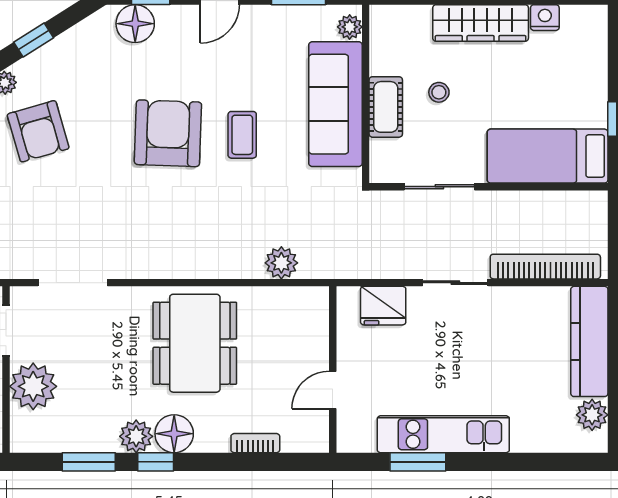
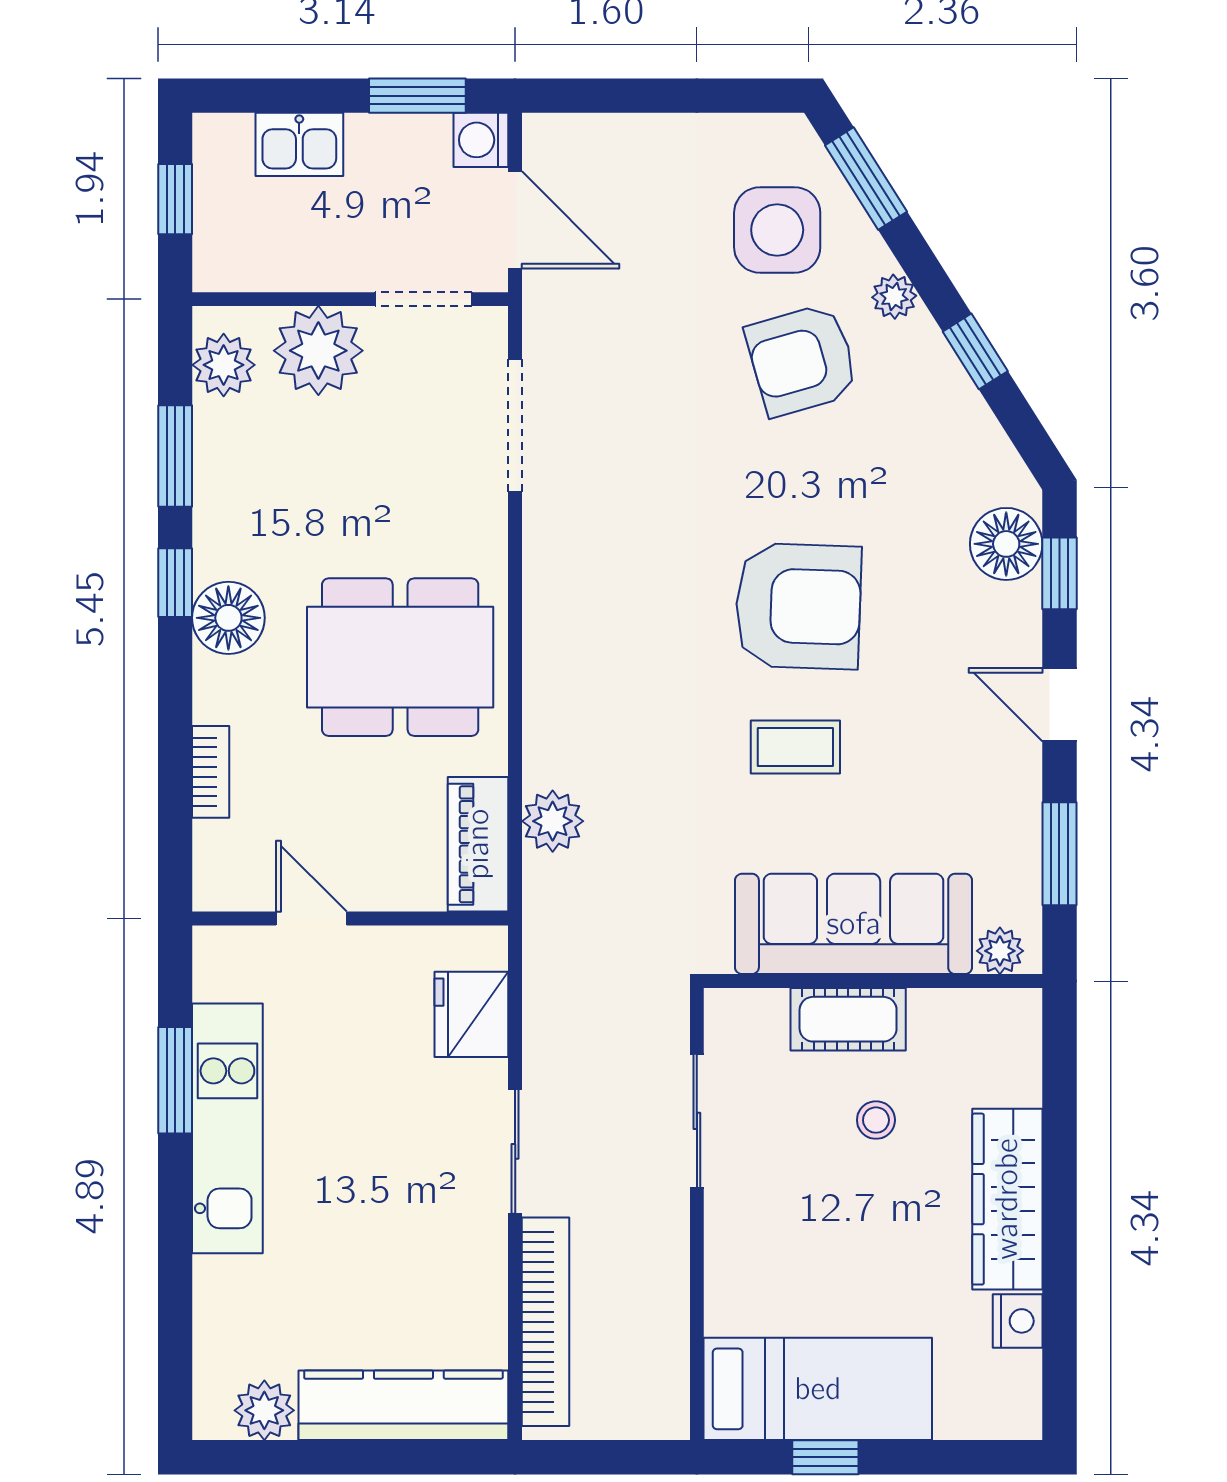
bed: (548, 156) -> (818, 1389), moved, turned 90
piano: (294, 302) -> (478, 844), added
plant: (136, 436) -> (224, 365), moved

